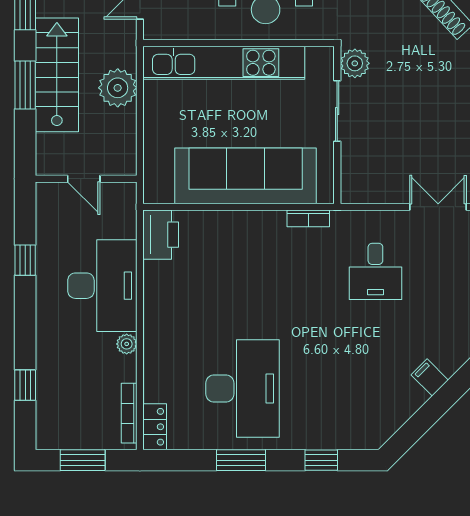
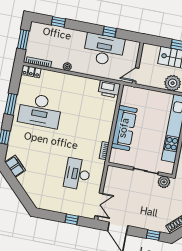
sofa: (246, 176) -> (124, 128), width x0.74, depth x0.79
door: (84, 179) -> (136, 74), moved
desk: (375, 271) -> (77, 174), width x1.37
desk: (102, 286) -> (104, 50), moved, turned 180
filing cabinet: (430, 377) -> (15, 166), moved, width x2.00

